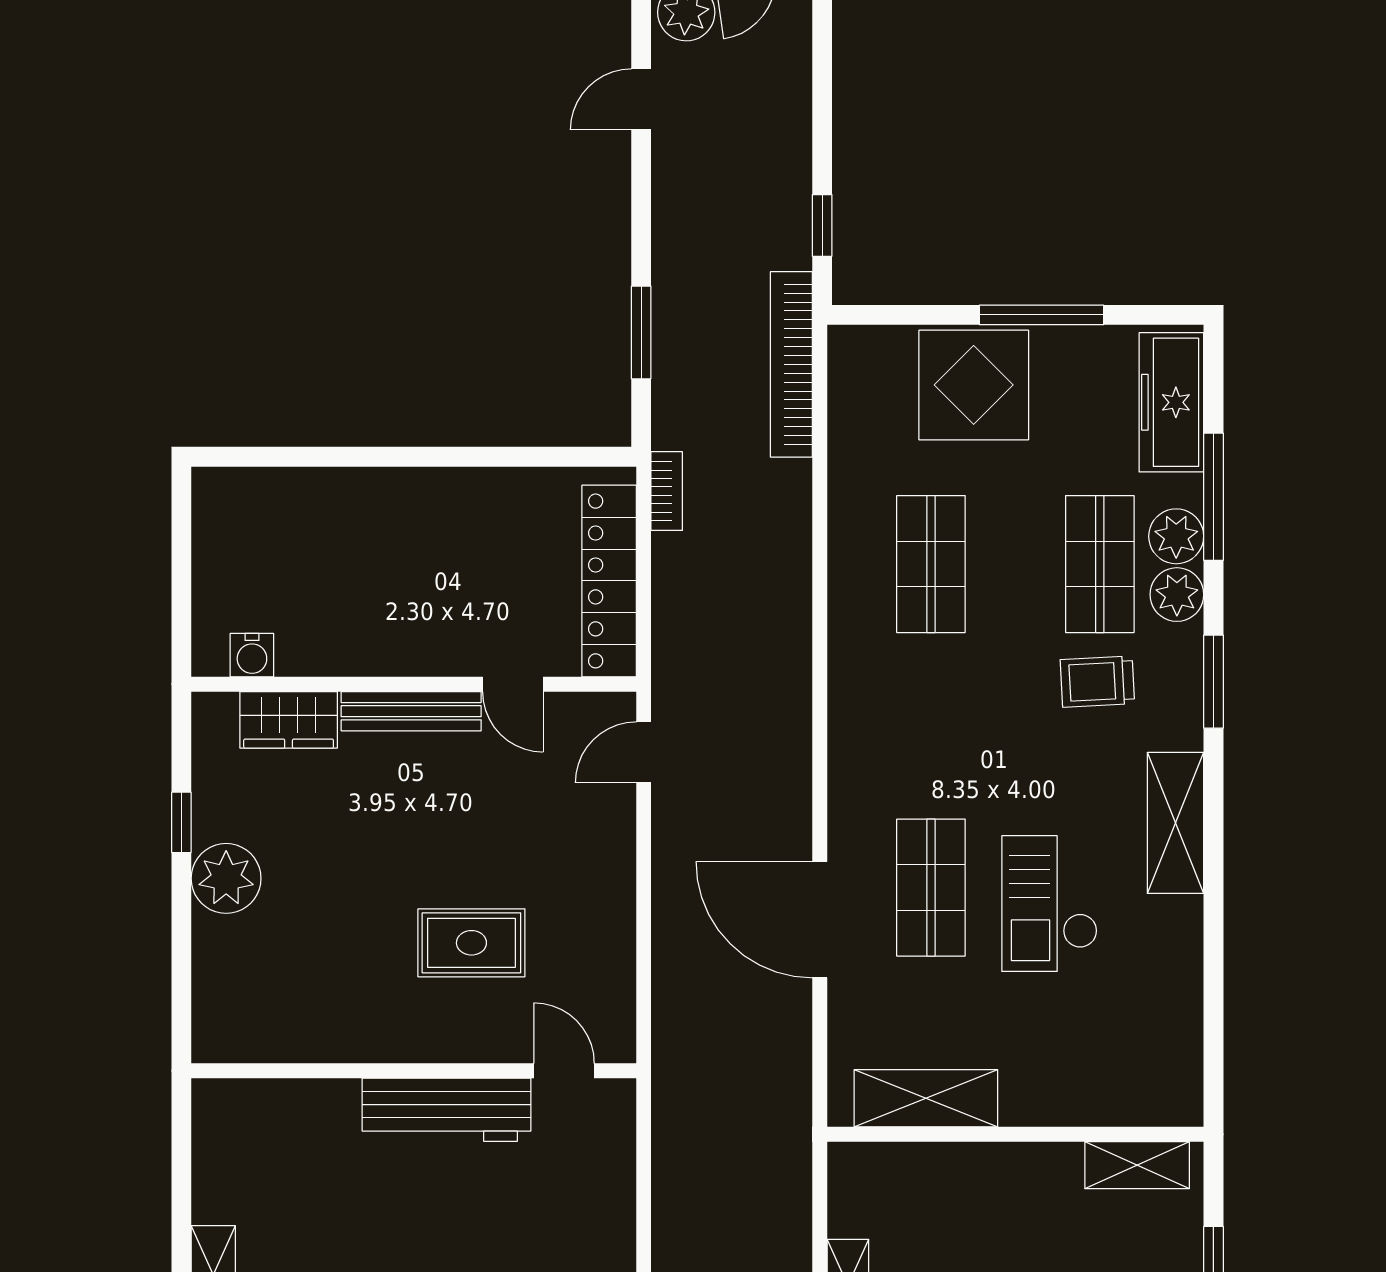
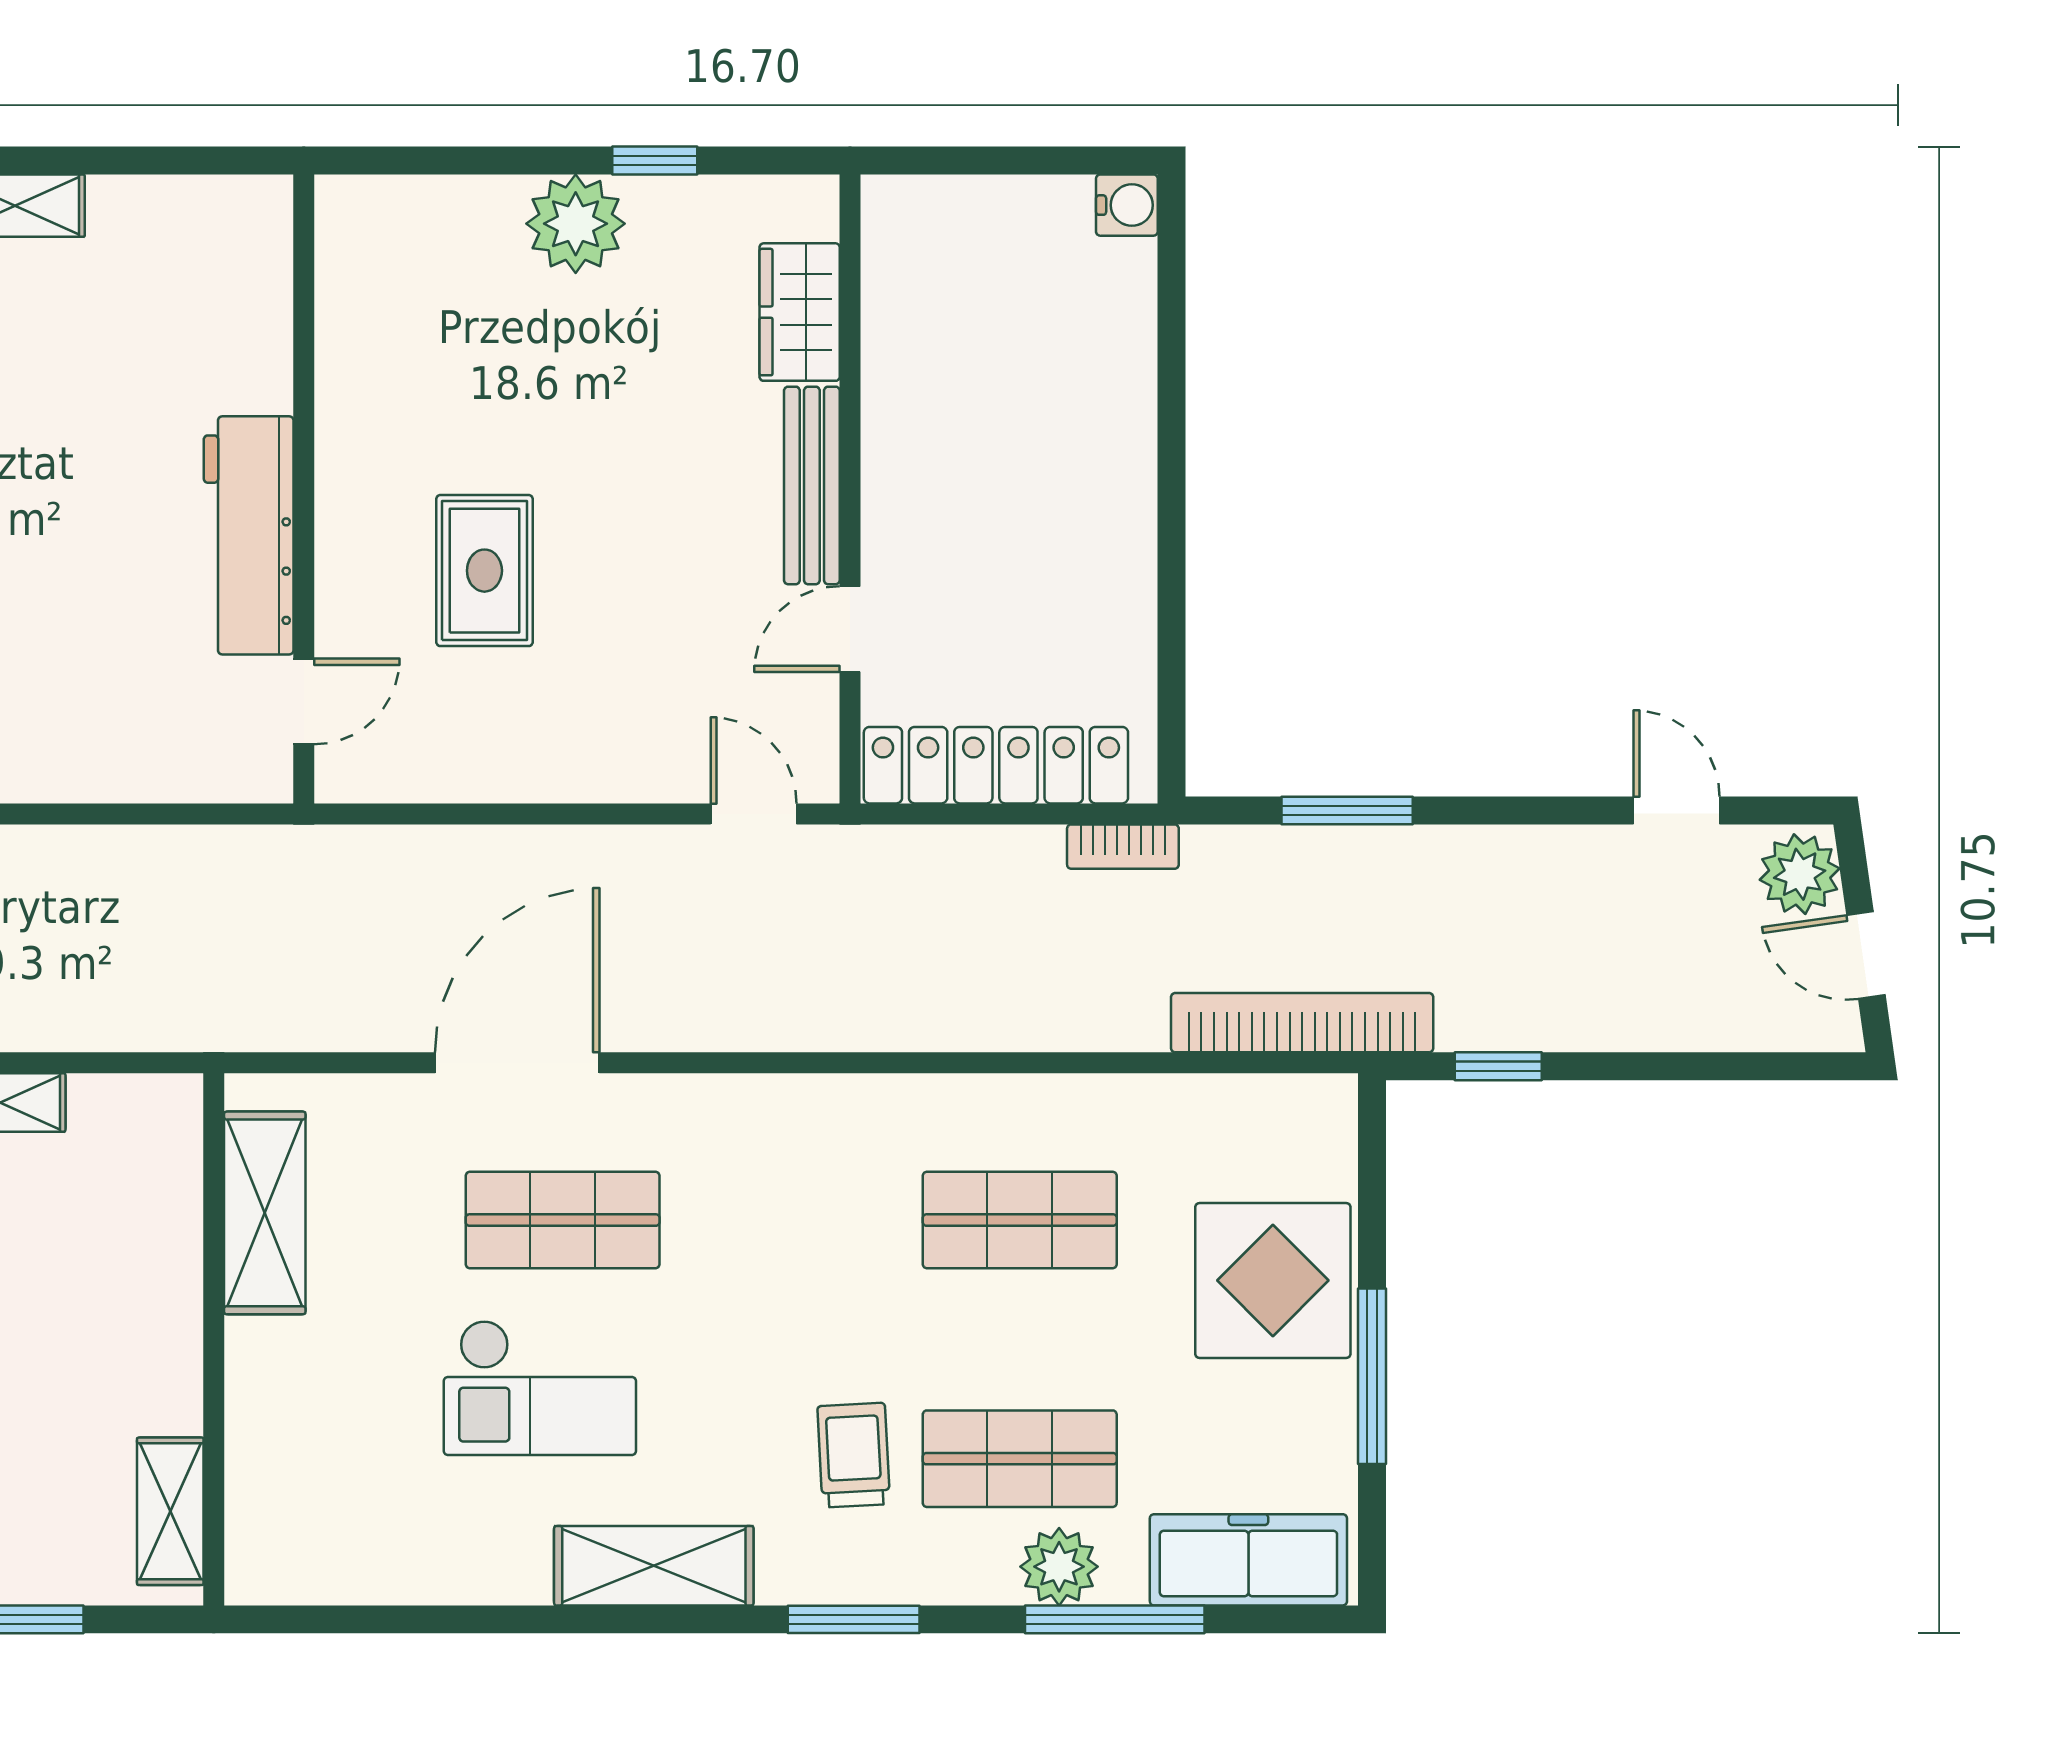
plant: (1177, 595) -> (977, 1568), removed
water cooler: (252, 655) -> (1127, 205), moved, turned 180
checkout: (1050, 904) -> (540, 1388), turned 180

